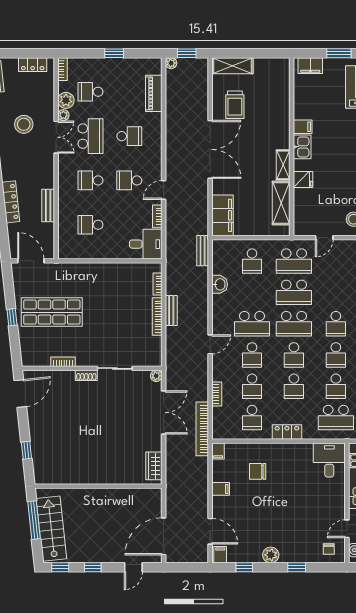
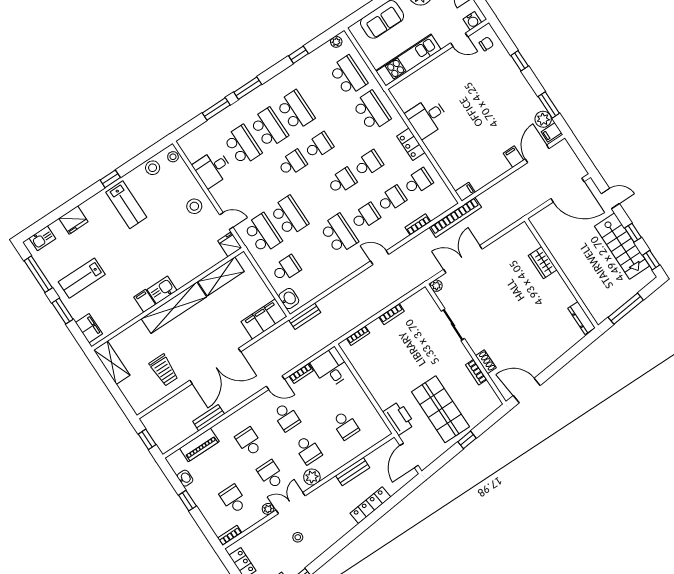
washbasin: (134, 63) -> (185, 478), added
plant: (171, 63) -> (164, 447), removed
shelving: (232, 66) -> (112, 363), moved
school desk: (90, 92) -> (233, 499), turned 180
plant: (66, 100) -> (312, 477), moved
trolley: (235, 105) -> (164, 370), turned 90
stool: (24, 124) -> (298, 537), width x0.53, depth x0.53
school desk: (90, 136) -> (271, 474), width x0.54
double door: (210, 149) -> (215, 366), swing flipped
shelving: (283, 165) -> (174, 308), width x2.20, depth x1.33
fridge: (303, 179) -> (230, 244), moved
printer: (67, 273) -> (399, 418), added
washbasin: (220, 284) -> (289, 299), moved, turned 90
bench: (171, 311) -> (209, 418), moved
bookcase: (157, 317) -> (392, 314), width x0.64
school desk: (294, 324) -> (316, 199), removed
shoe rack: (86, 375) -> (486, 362), moved
school desk: (336, 386) -> (345, 128), removed
window: (26, 450) -> (571, 354), removed
desk: (329, 460) -> (427, 117), moved
wardrobe: (154, 466) -> (543, 263), moved, turned 90
chair: (258, 471) -> (460, 147), removed
dresser: (50, 478) -> (582, 318), added
filing cabinet: (221, 489) -> (514, 157), moved
stairs: (51, 529) -> (622, 246), moved, turned -84
plant: (271, 555) -> (543, 119), moved
window: (244, 567) -> (549, 105), width x1.50

